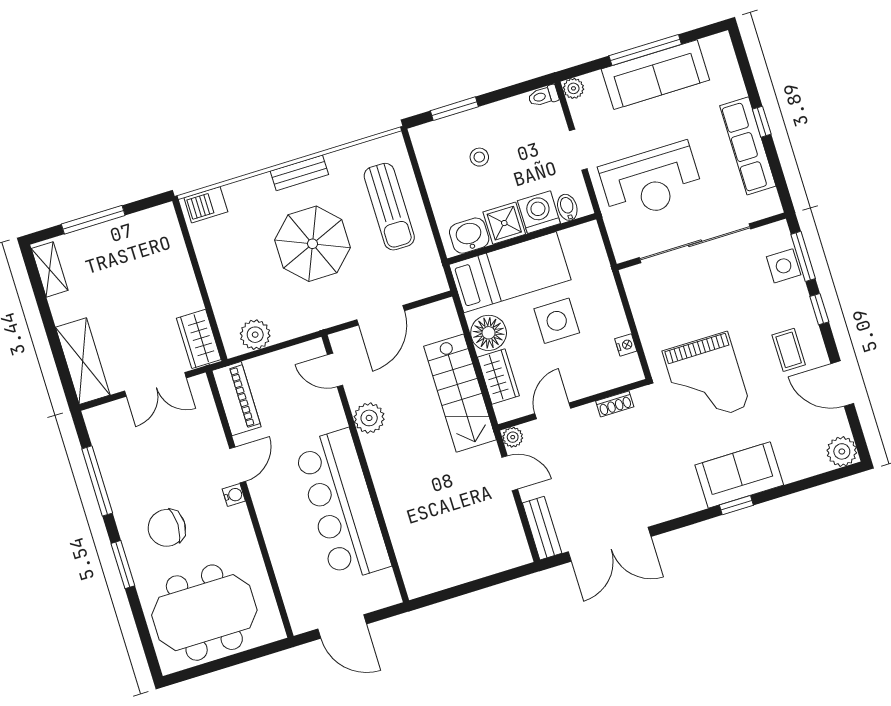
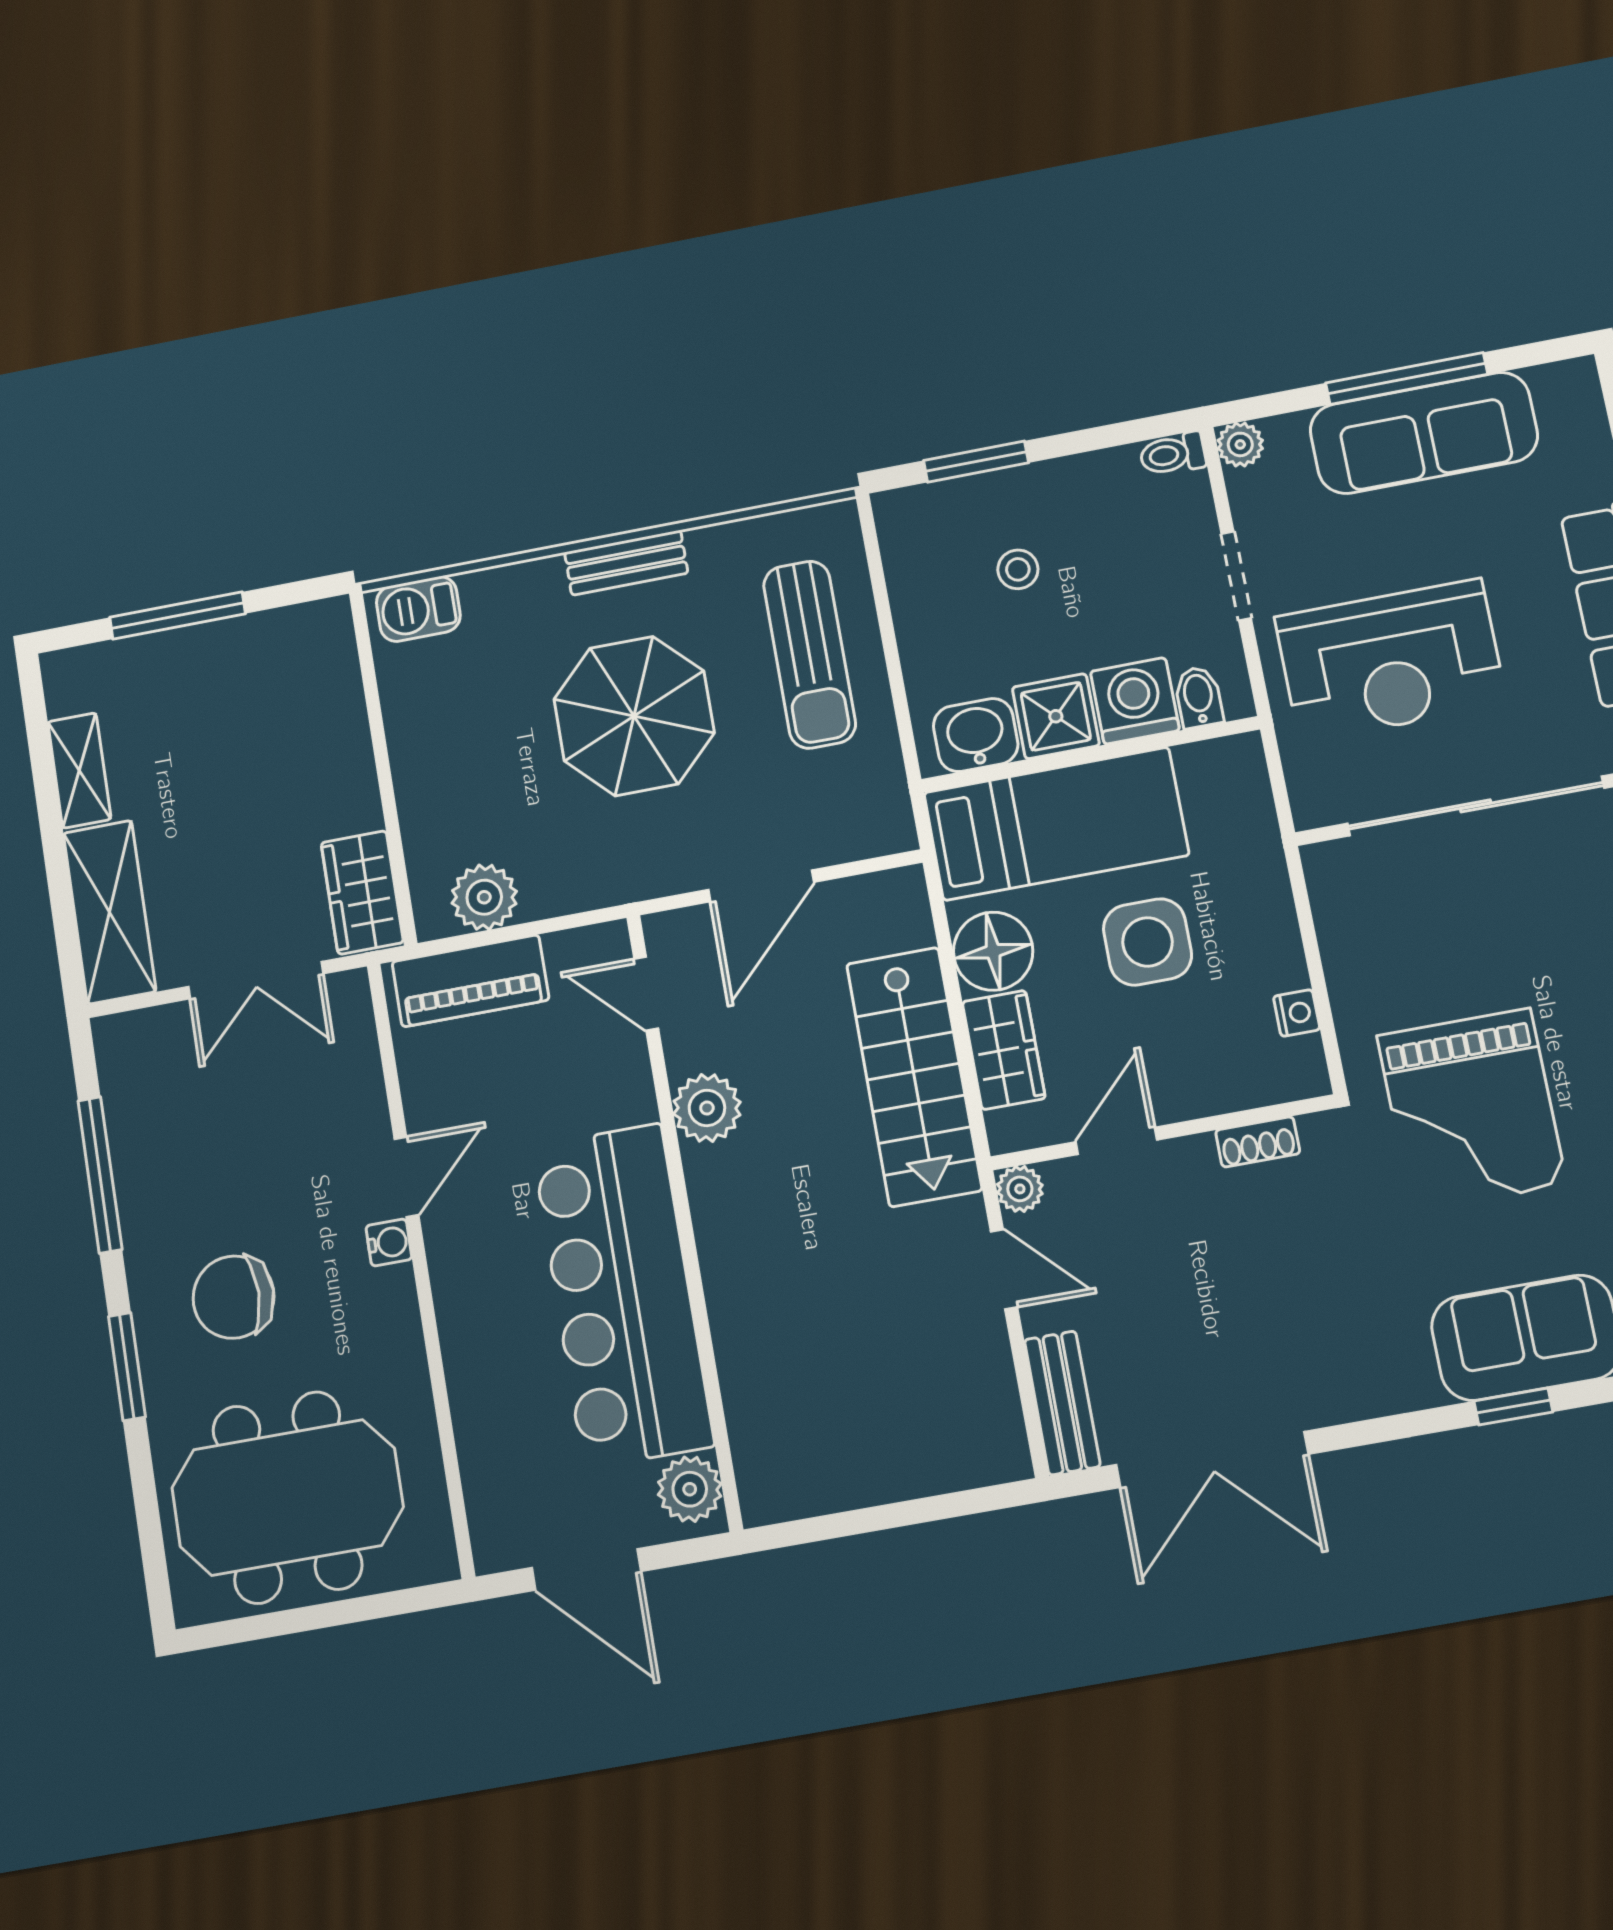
shelving: (50, 269) -> (79, 770), moved
piano: (236, 399) -> (470, 981), moved, turned 90
plant: (383, 586) -> (690, 1489), added

